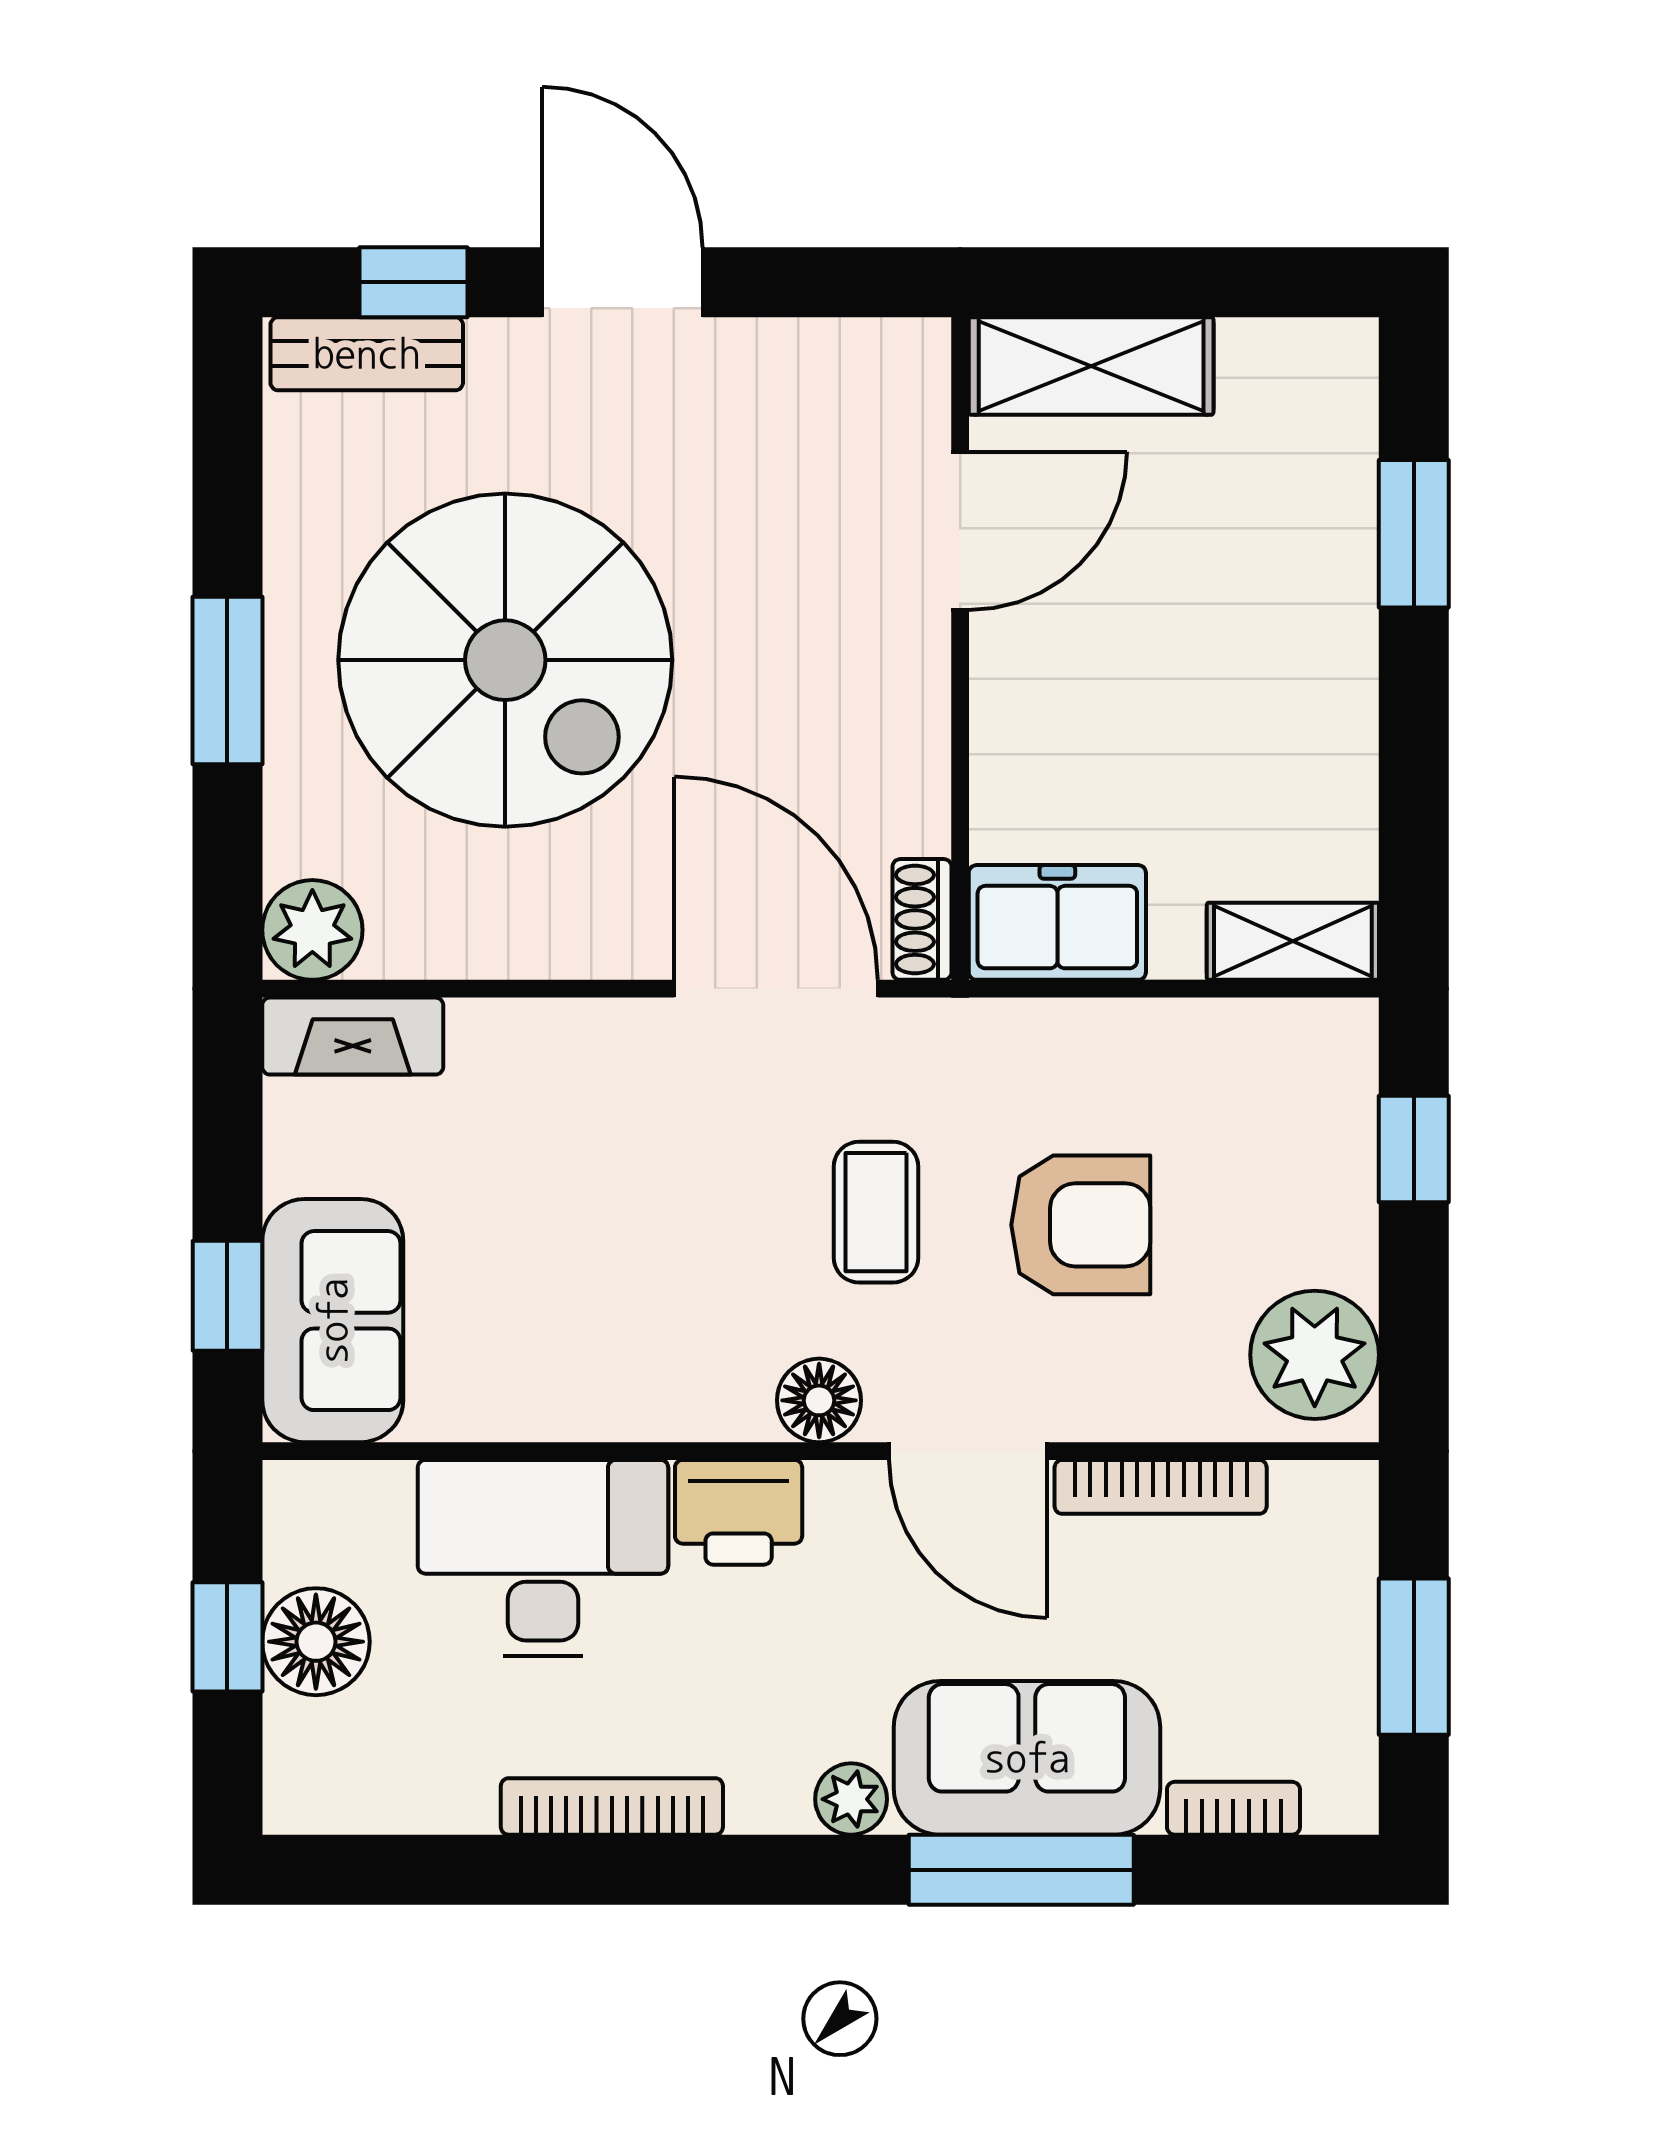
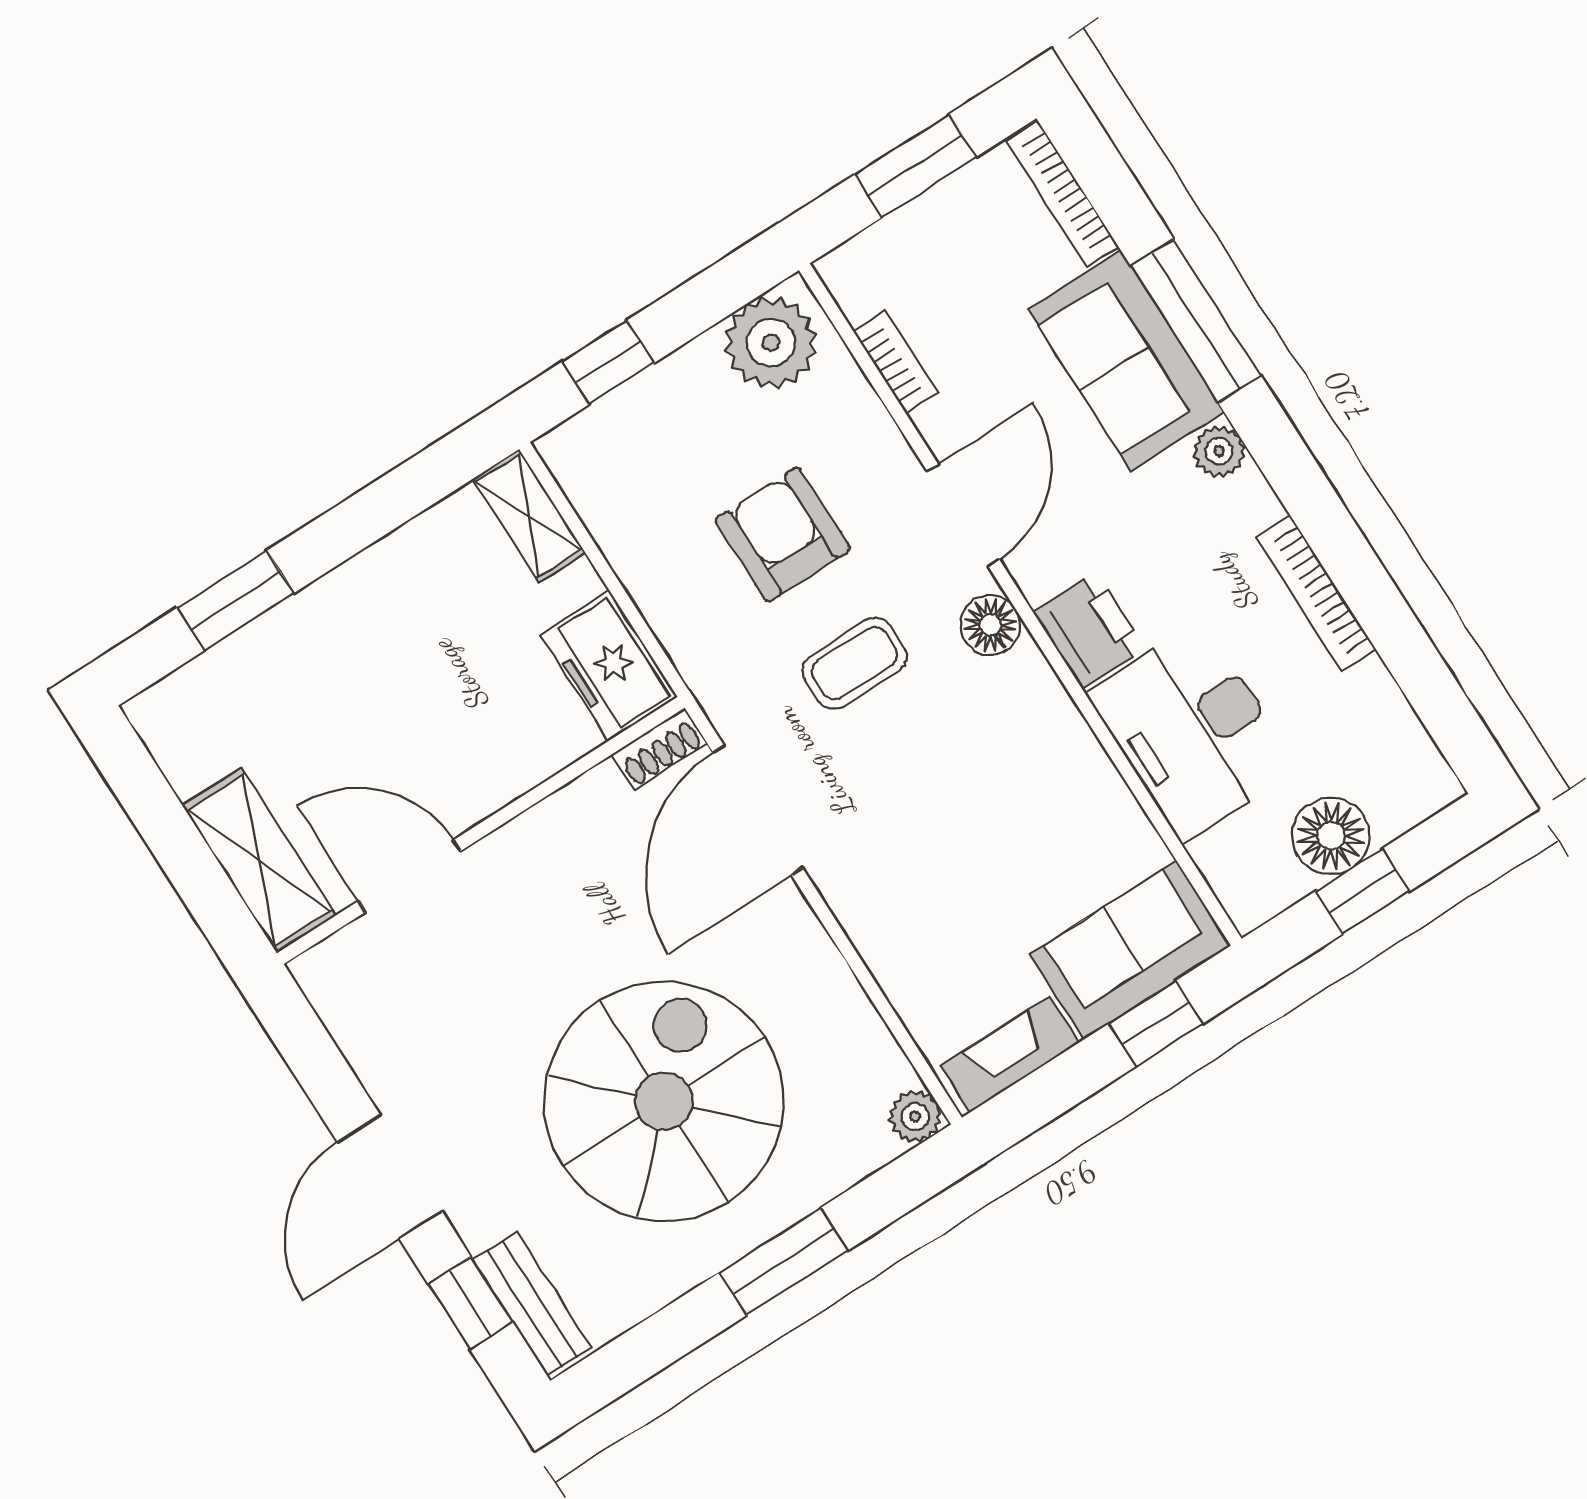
plant: (312, 930) -> (915, 1117), width x0.73, depth x0.73
fireplace: (353, 1036) -> (1010, 1054), moved, turned -90
bookcase: (1161, 1487) -> (896, 362), width x0.64
bookcase: (1233, 1808) -> (1062, 194), width x1.56

